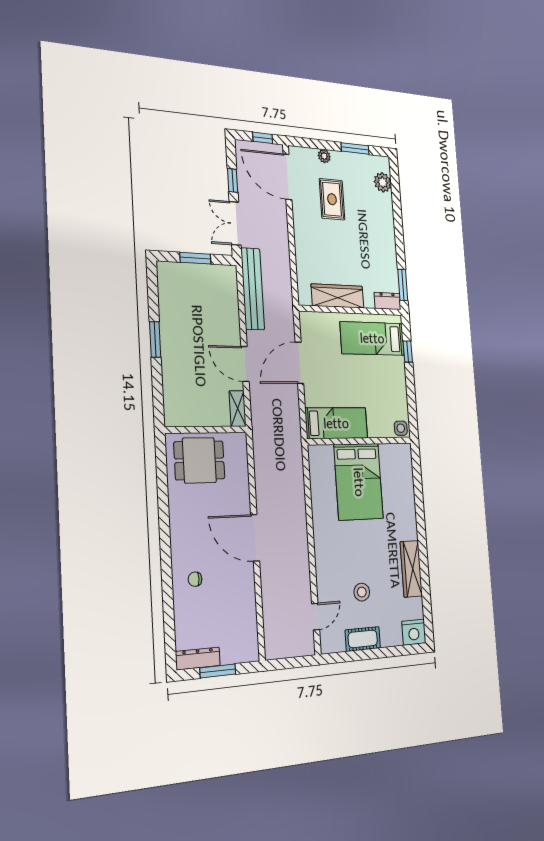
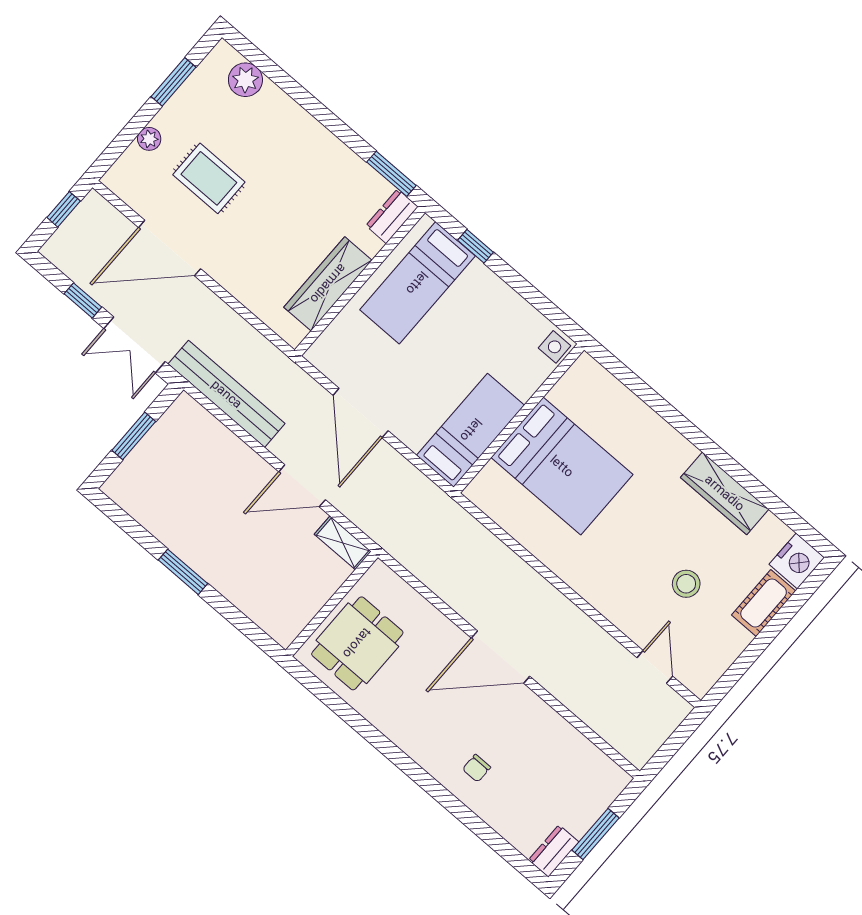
door: (287, 177) -> (170, 248), moved
cot: (363, 639) -> (764, 603), moved
dresser: (198, 658) -> (554, 851), width x0.70

